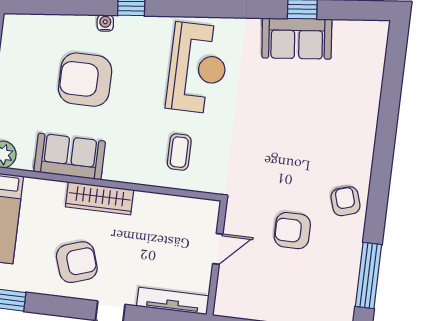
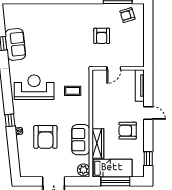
wardrobe: (100, 198) -> (98, 144), moved
armchair: (346, 201) -> (127, 15), moved
door: (218, 249) -> (114, 68), swing flipped
armchair: (77, 262) -> (128, 131), turned -72

